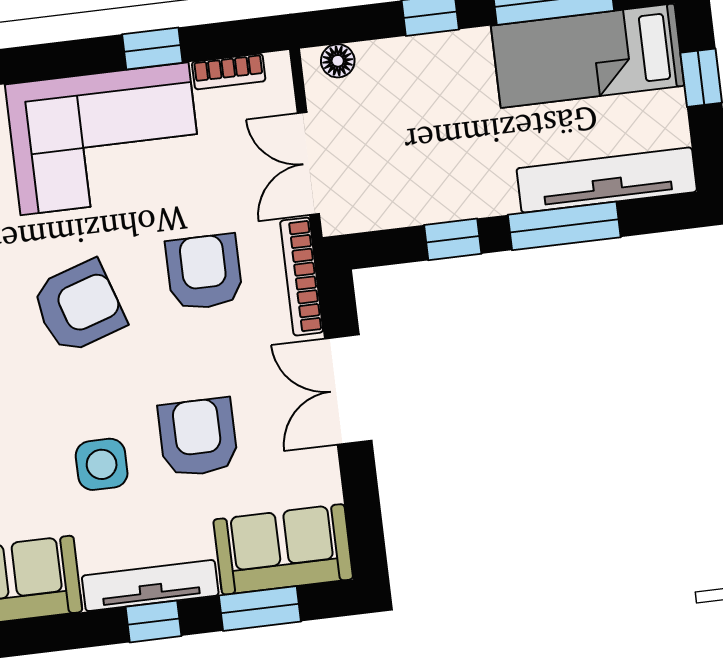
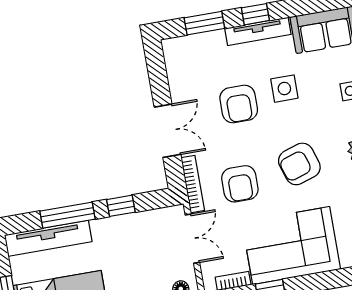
sofa: (283, 549) -> (195, 52), removed

